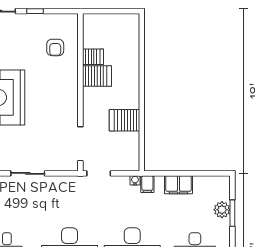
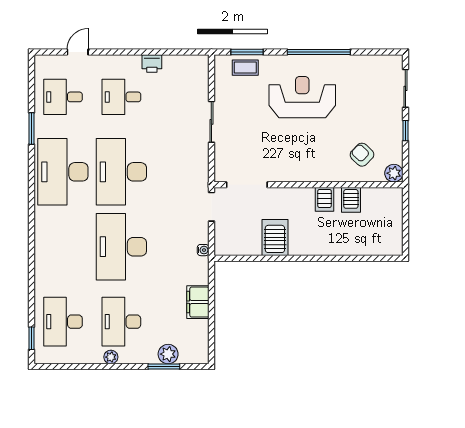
plant: (71, 21) -> (394, 173), added
armchair: (55, 47) -> (362, 155), turned 44
server rack: (97, 76) -> (325, 199), width x0.73, depth x0.70
filing cabinet: (147, 184) -> (199, 265), removed

